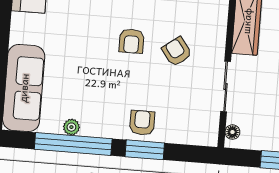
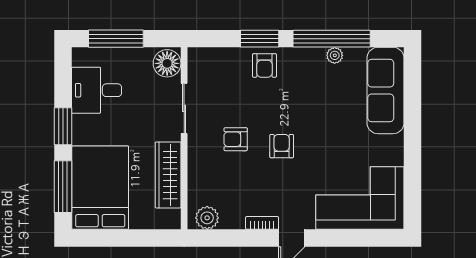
armchair: (177, 52) -> (236, 139), turned 127
floor lamp: (232, 132) -> (167, 63), width x1.89, depth x1.89

